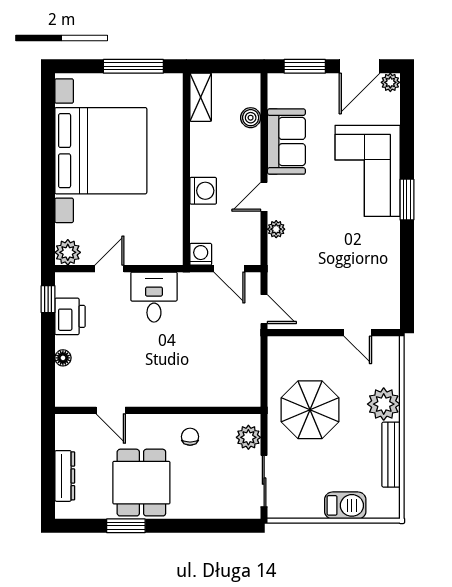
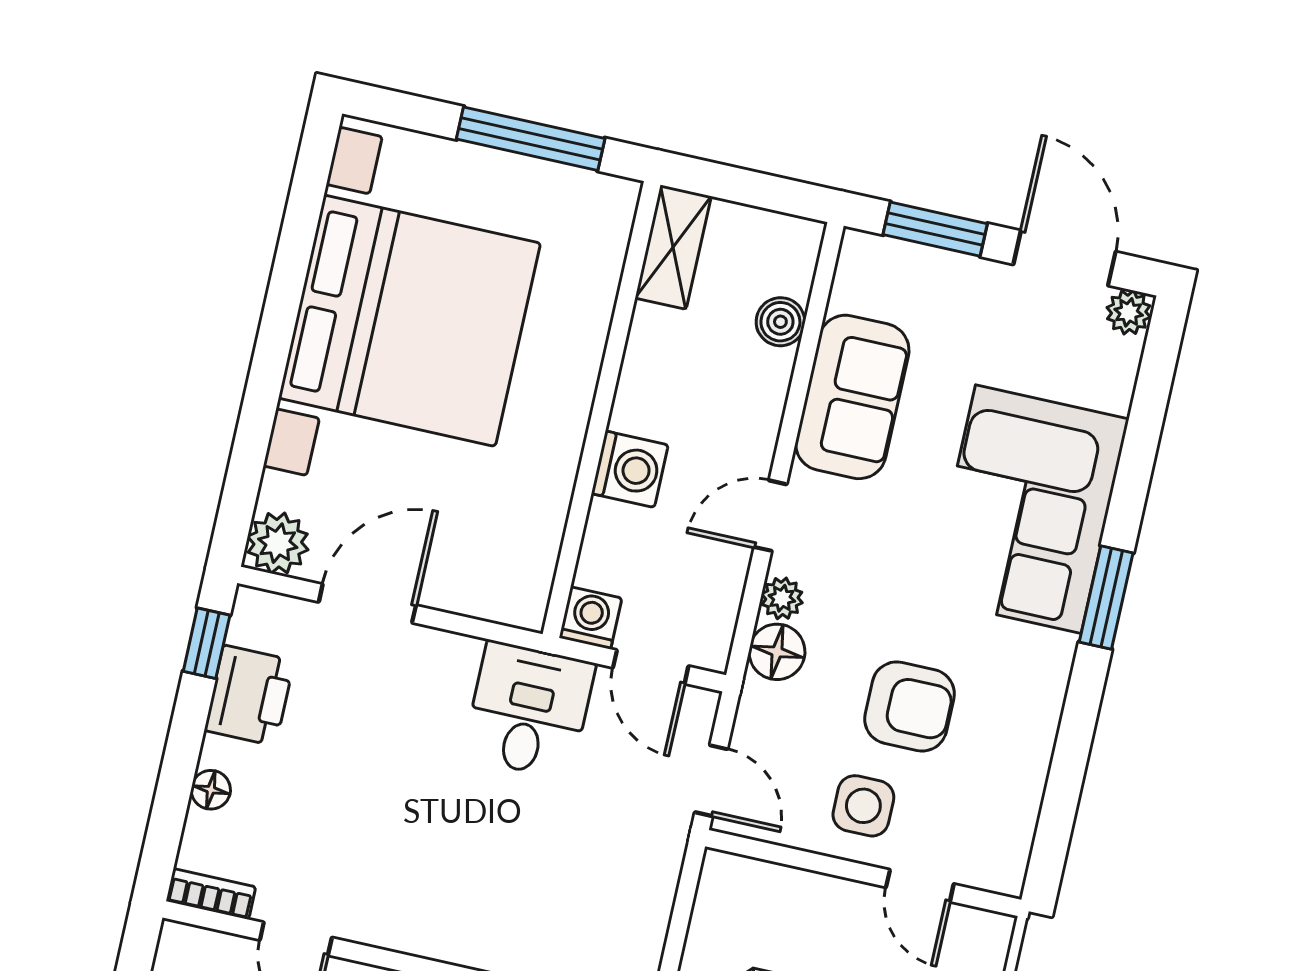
door: (360, 66) -> (1065, 258), swing flipped
floor lamp: (279, 251) -> (777, 652), added
armchair: (337, 261) -> (909, 706), added
door: (109, 269) -> (367, 604), width x1.38
desk: (154, 297) -> (529, 710), moved
side table: (328, 306) -> (863, 806), added
bookcase: (72, 400) -> (211, 894), added

